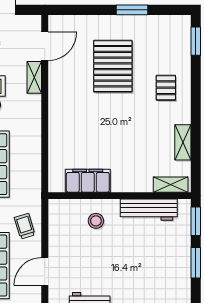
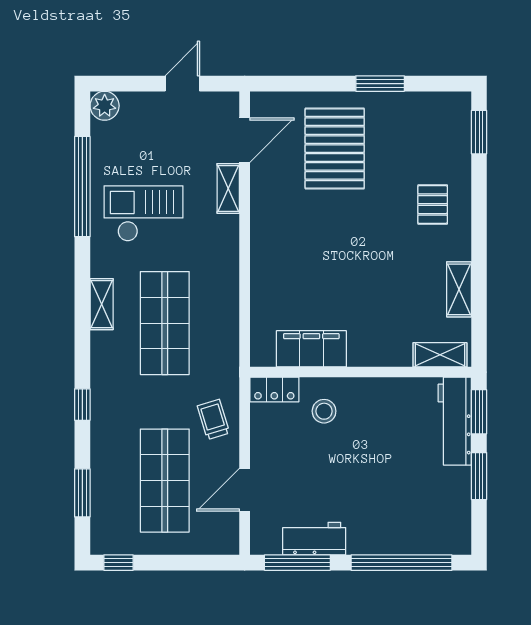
pallet: (113, 66) -> (335, 149), moved
locker: (64, 207) -> (274, 390), added
workbench: (149, 210) -> (455, 421), moved, turned 90

